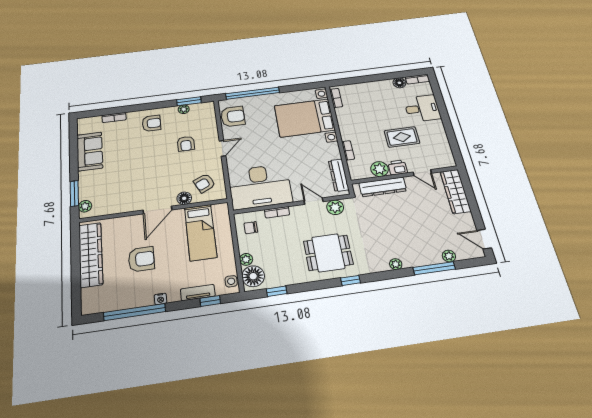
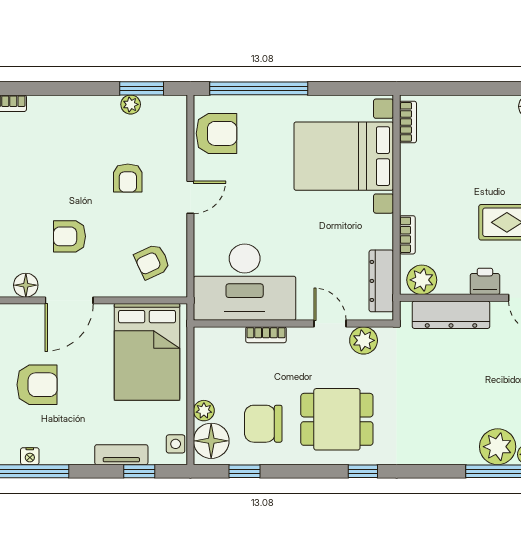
armchair: (151, 123) -> (70, 236), moved, turned 180
plant: (380, 169) -> (422, 280), moved
floor lamp: (184, 198) -> (26, 285), moved
chair: (251, 228) -> (263, 424), moved, width x1.87, depth x1.87
bed: (201, 232) -> (147, 352), width x1.50
plant: (396, 264) -> (498, 447), moved, width x1.88, depth x1.88
nightstand: (161, 299) -> (30, 456), moved

